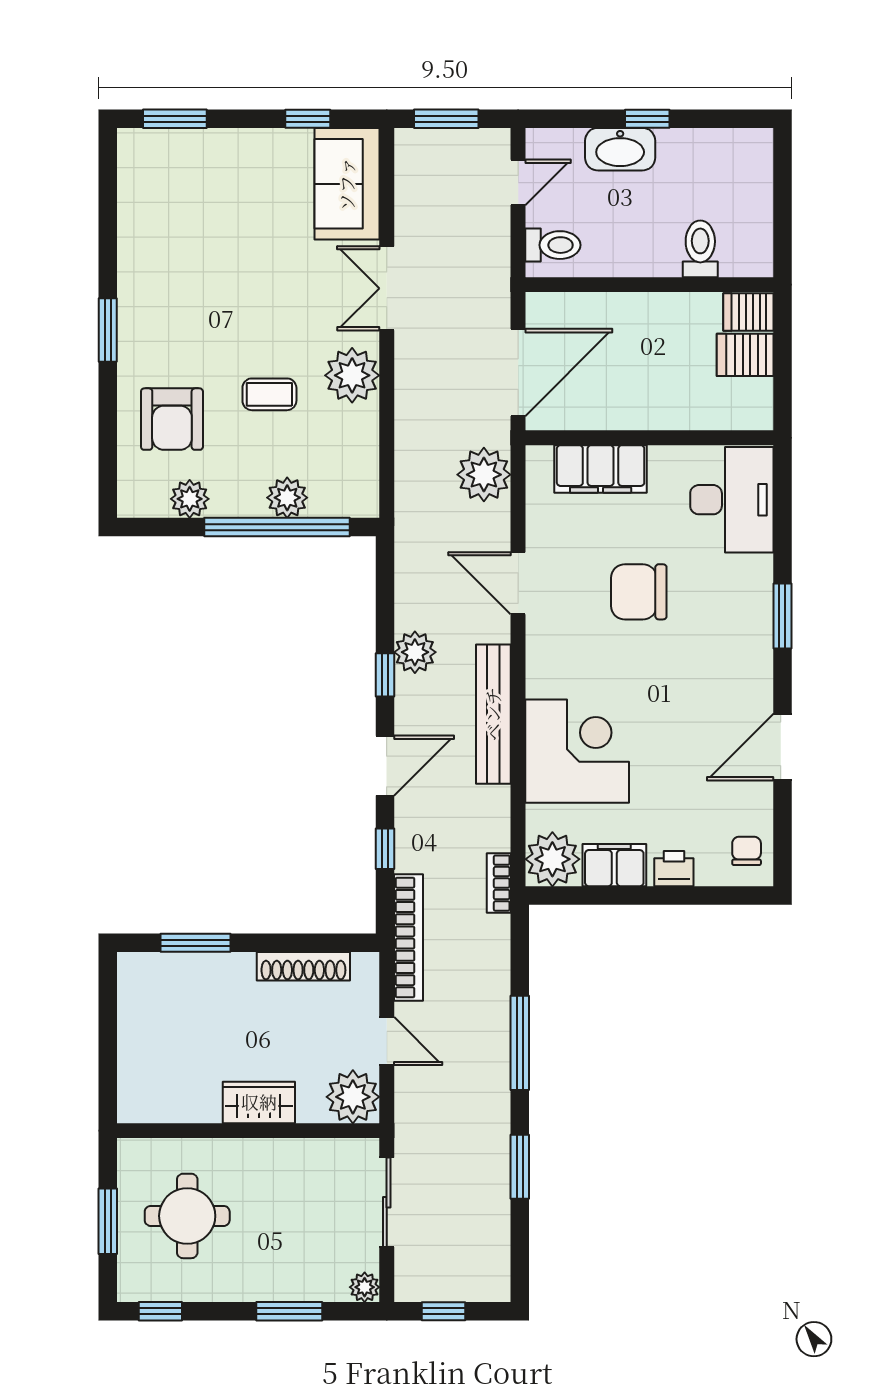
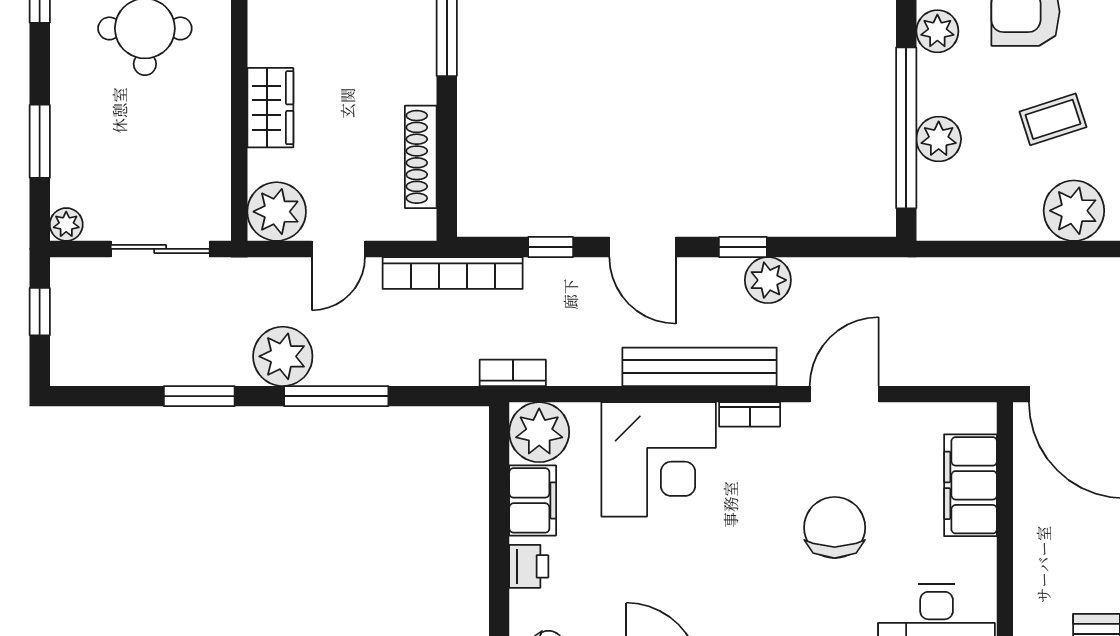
coffee table: (269, 394) -> (1053, 119), turned 72
plant: (484, 475) -> (283, 356), moved
bookcase: (536, 669) -> (750, 414), added

